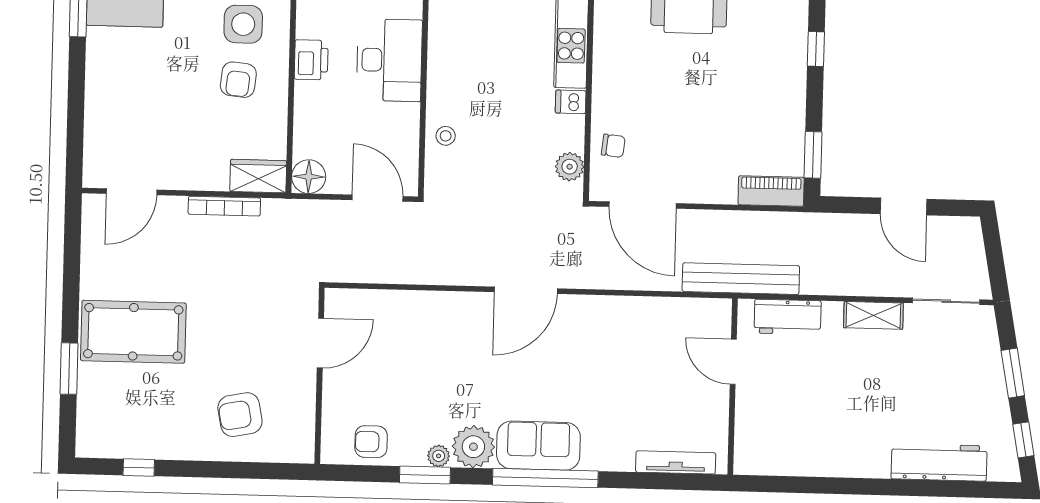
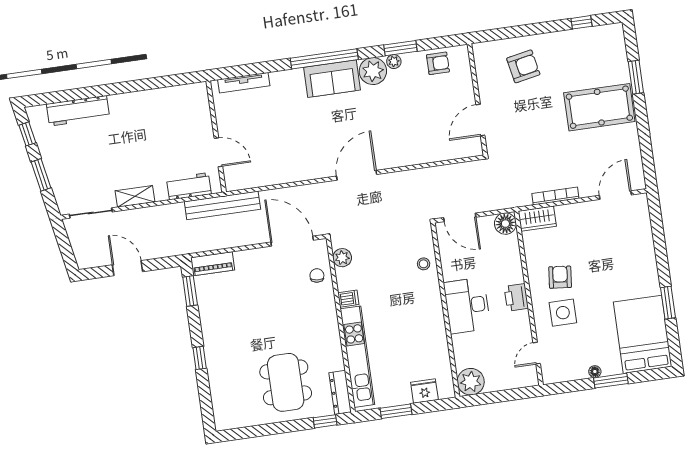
chair: (613, 146) -> (317, 275), turned 91

